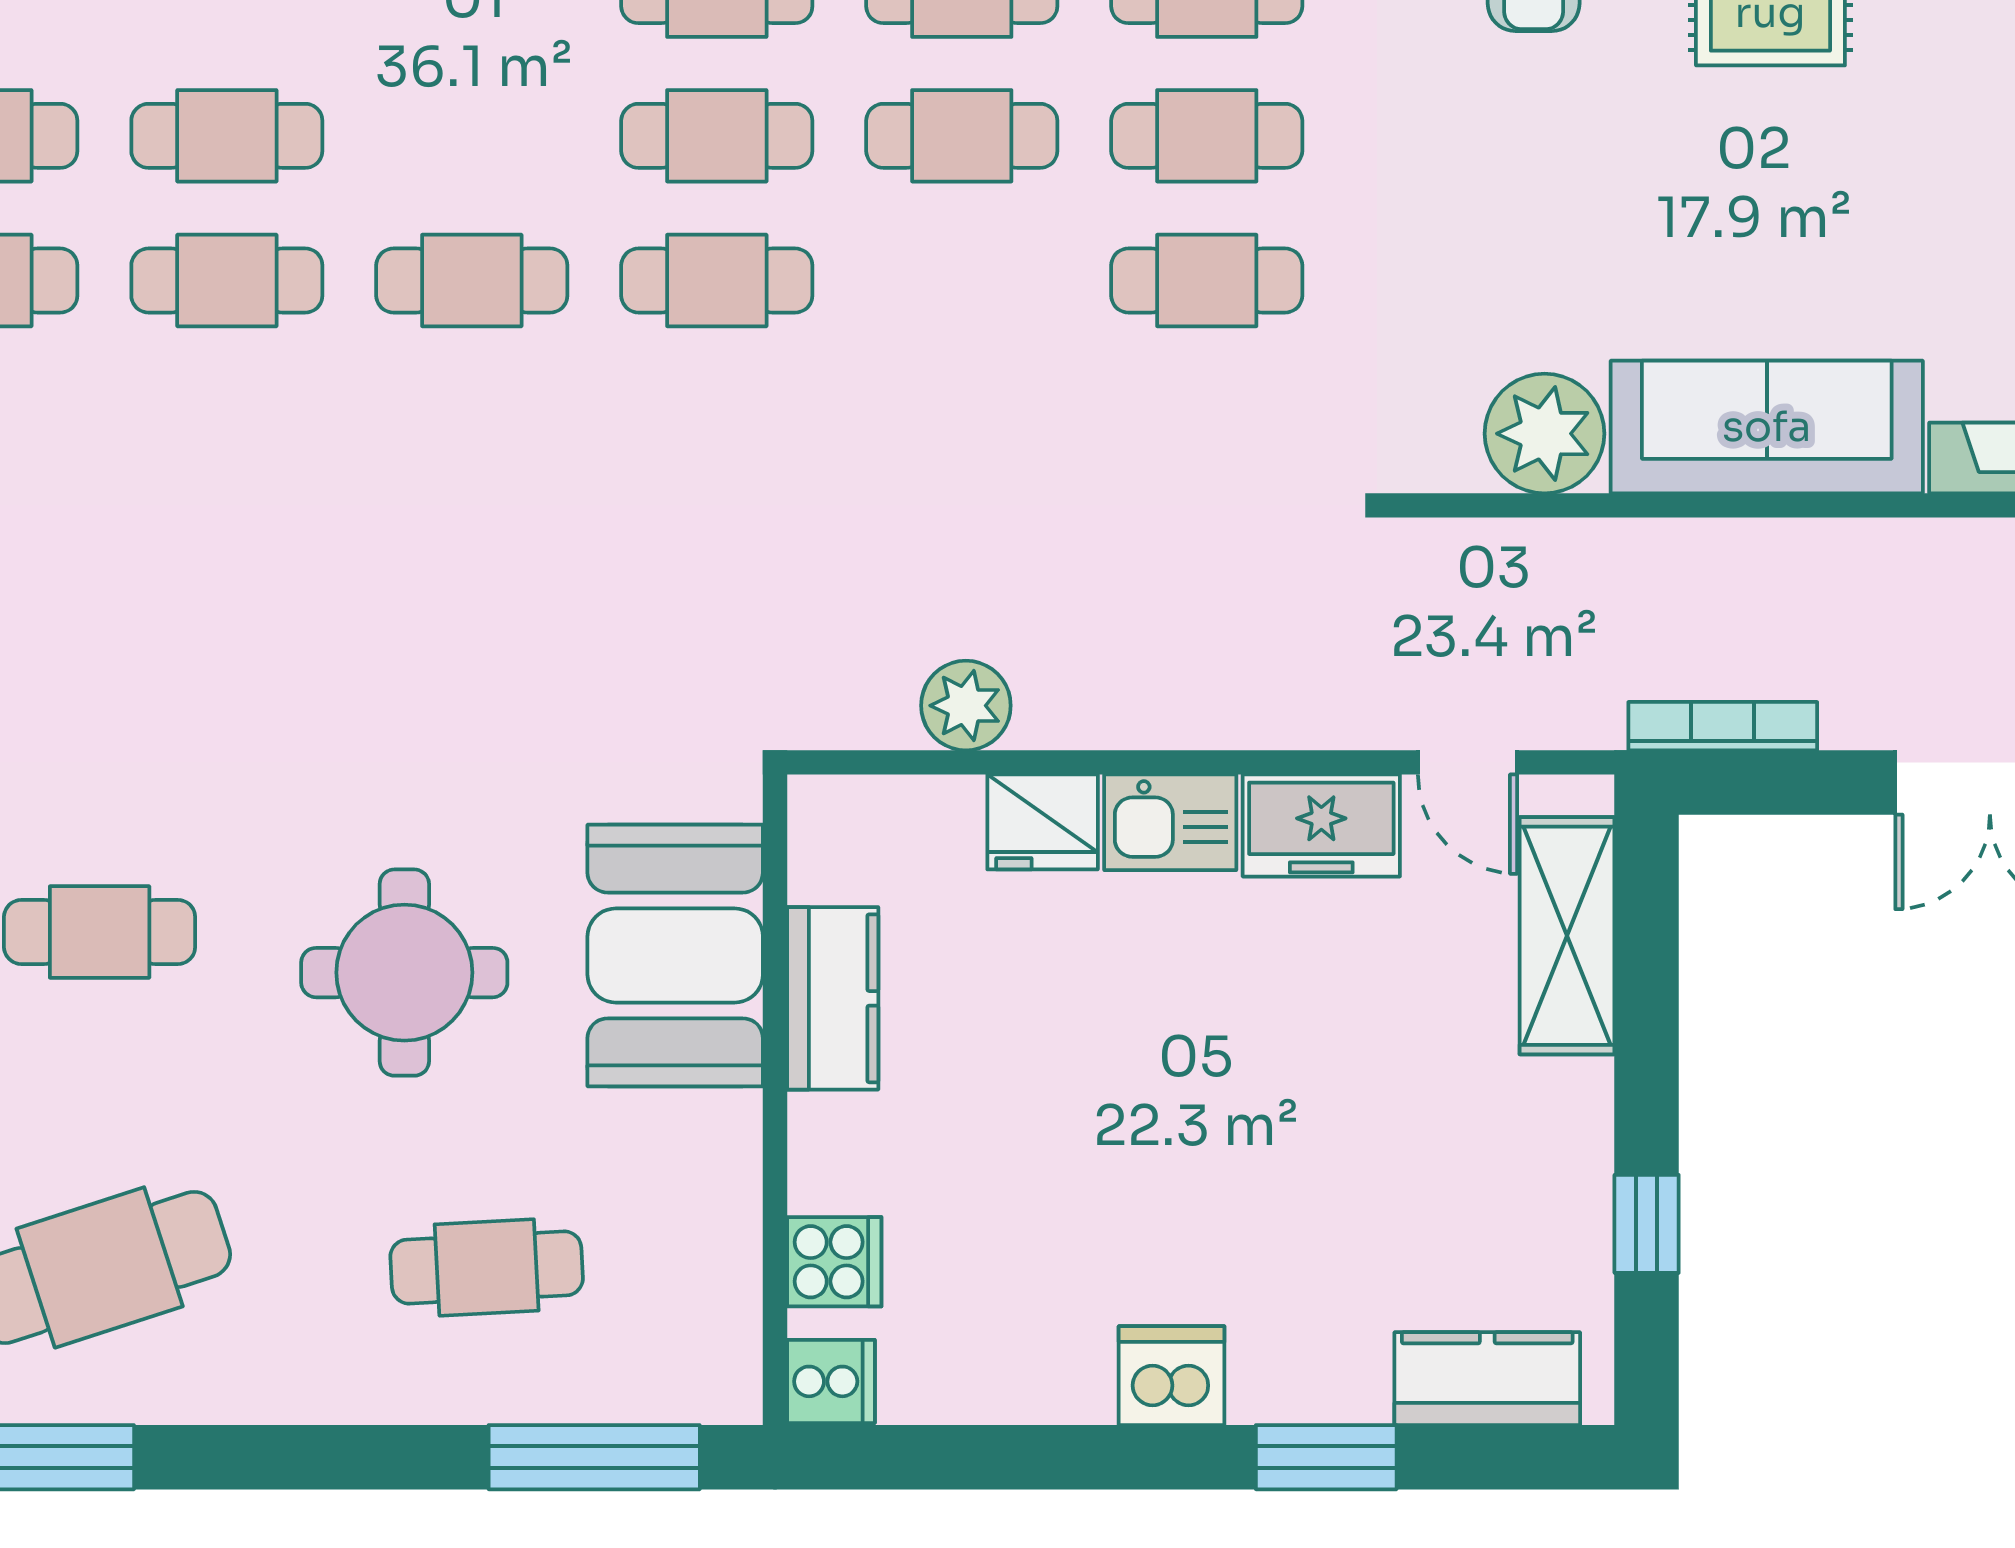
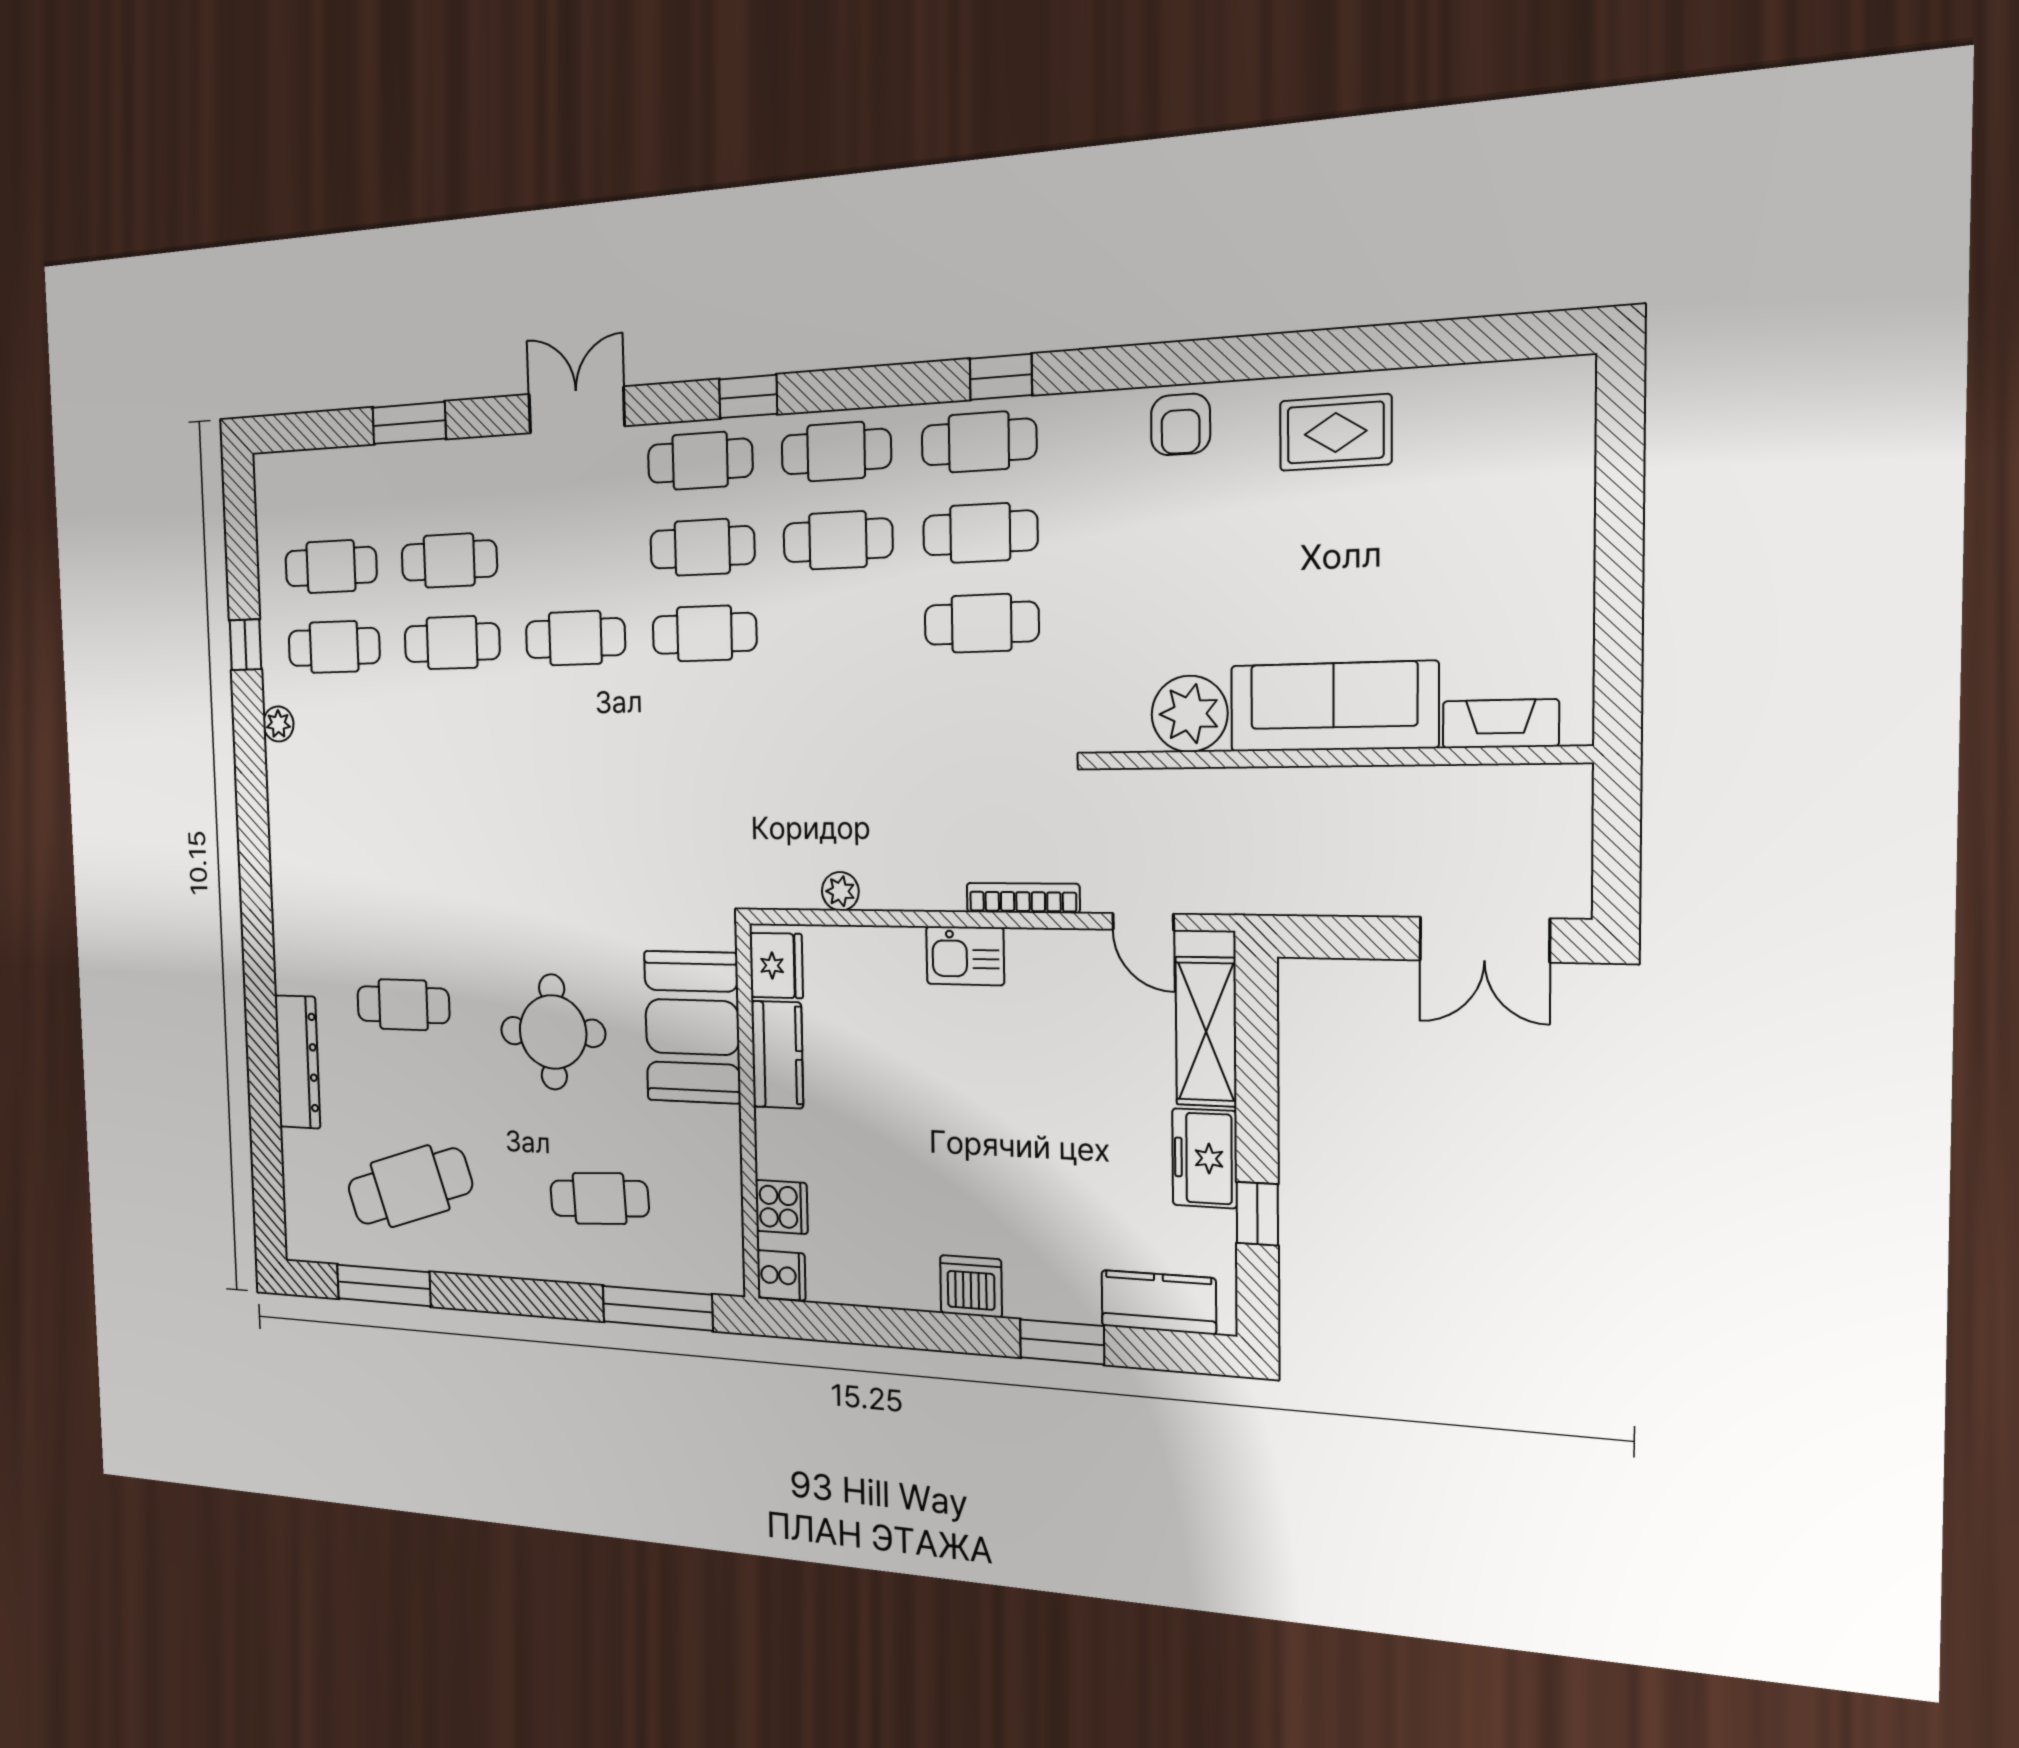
plant: (966, 706) -> (840, 891), width x0.73, depth x0.73
bookcase: (1723, 726) -> (1023, 898), moved
fridge: (1043, 822) -> (776, 966), moved, turned -90
freezer: (1321, 826) -> (1205, 1158), moved, turned 90

